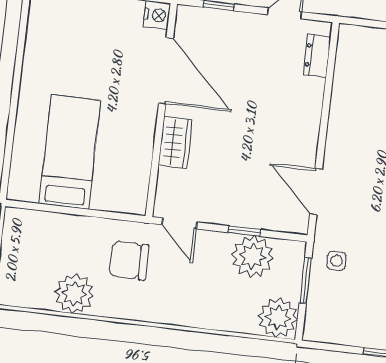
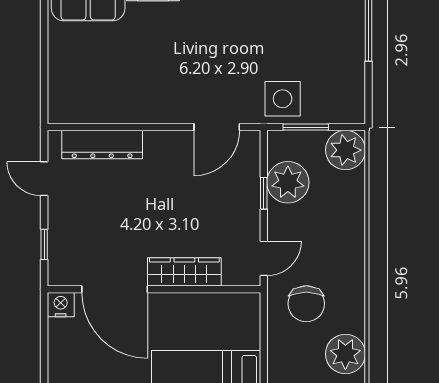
dresser: (317, 56) -> (102, 145), width x1.96, depth x1.24
door: (166, 71) -> (115, 289), swing flipped
wardrobe: (175, 142) -> (184, 272), width x1.50
side table: (336, 261) -> (283, 99), width x1.87, depth x1.87

